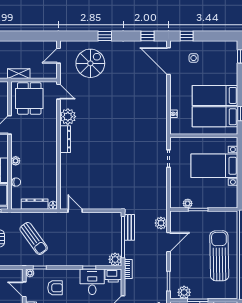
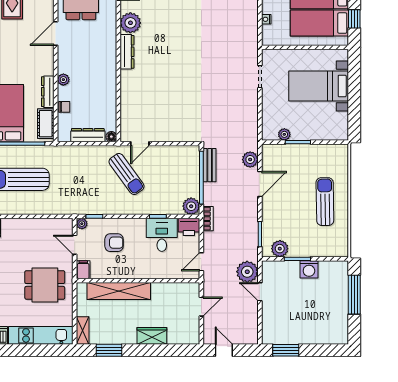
door: (75, 211) -> (140, 144), swing flipped
sun lounger: (34, 238) -> (127, 174), moved
sun lounger: (219, 256) -> (325, 202), width x0.73, depth x0.75

